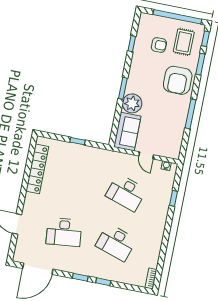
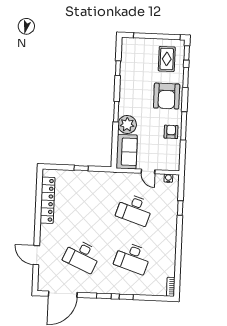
armchair: (159, 45) -> (171, 132), moved, turned -90
desk: (64, 232) -> (82, 256), turned 30

